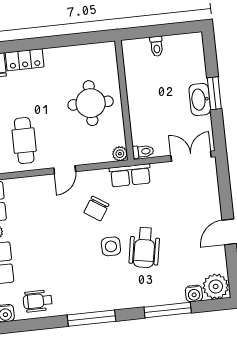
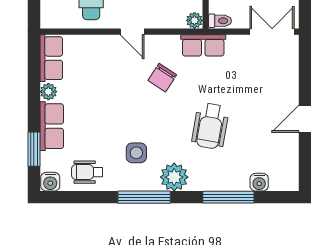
door: (65, 170) -> (132, 32), hinge flipped
side table: (111, 246) -> (136, 153), moved
plant: (216, 286) -> (174, 177), moved

